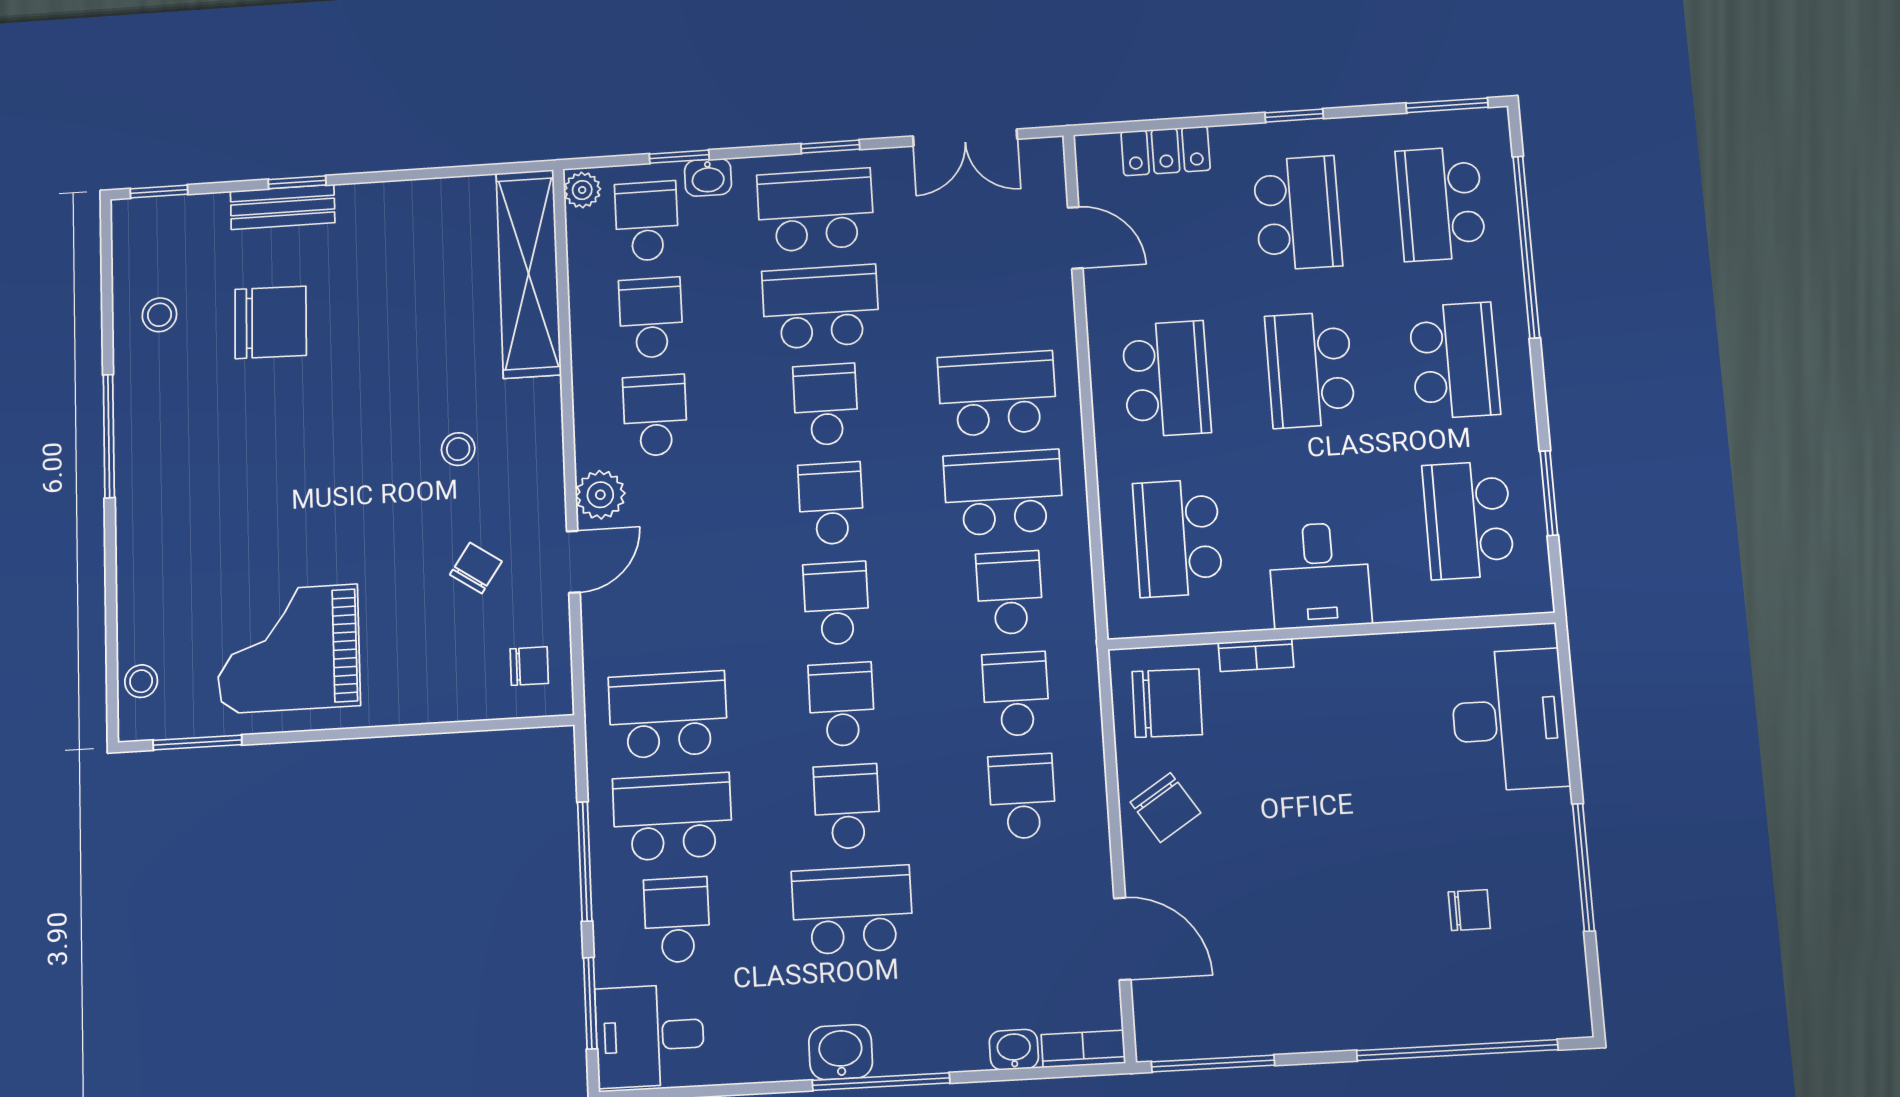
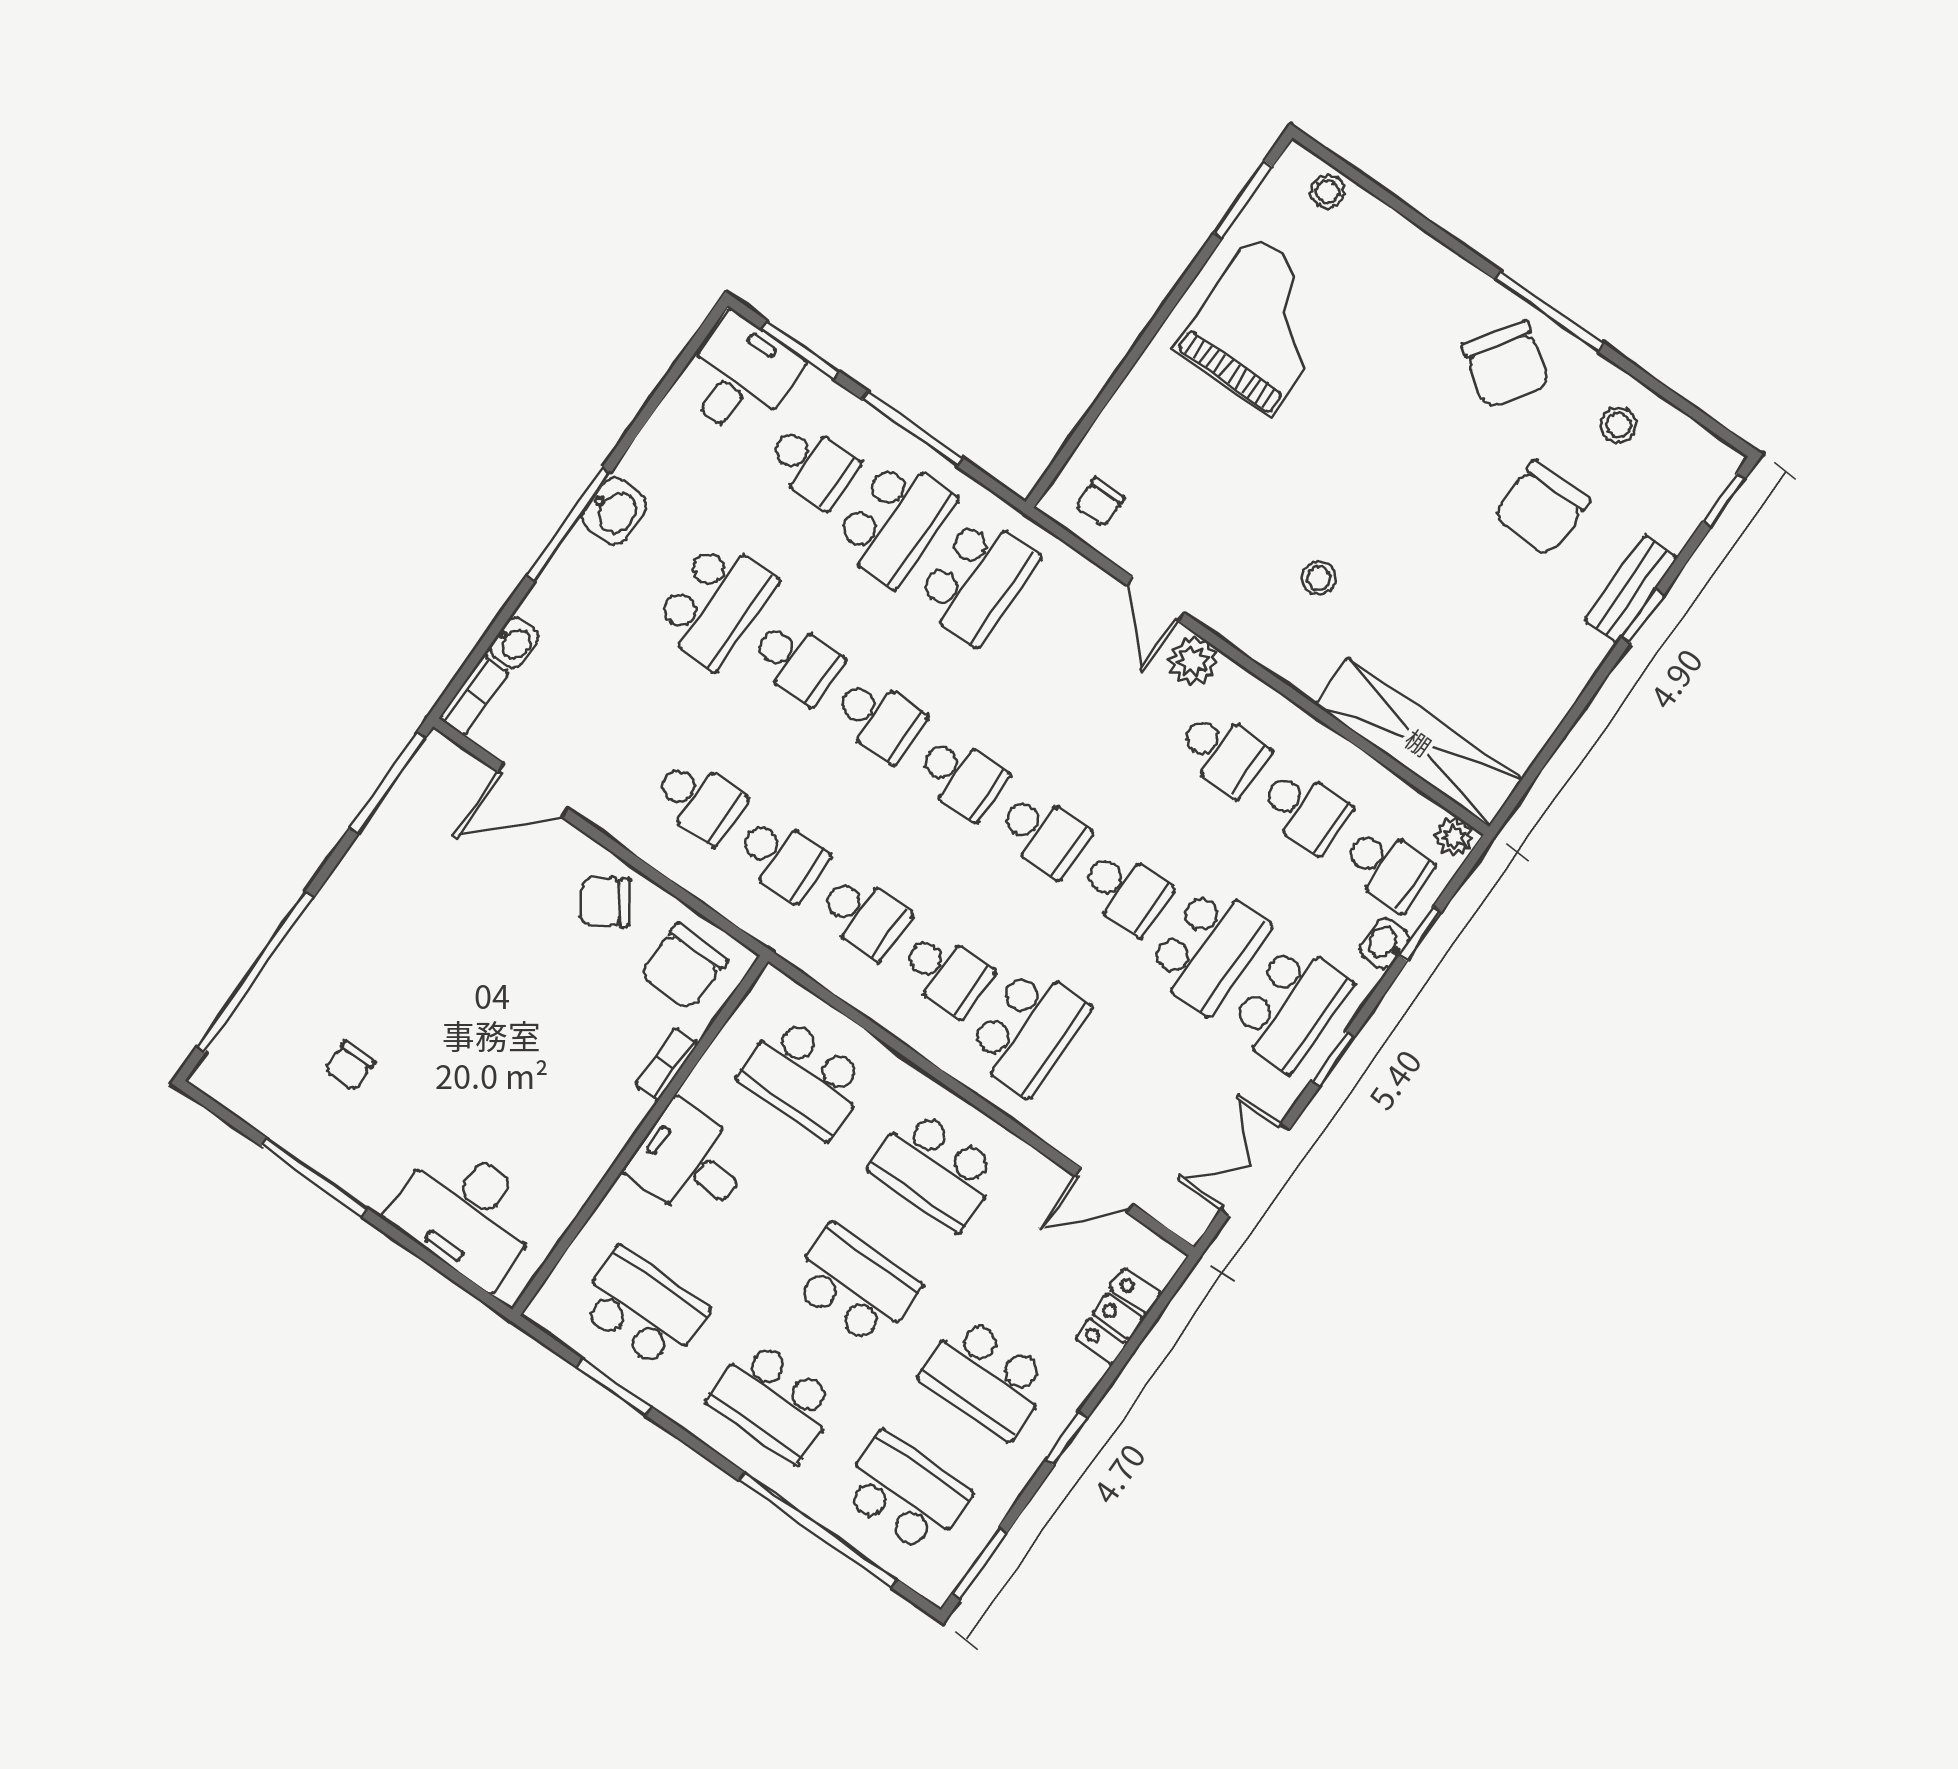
school desk: (1003, 493) -> (946, 973), width x0.54
school desk: (1178, 538) -> (804, 1078), turned 180
chair: (476, 568) -> (1506, 365), moved, width x1.87, depth x1.87

